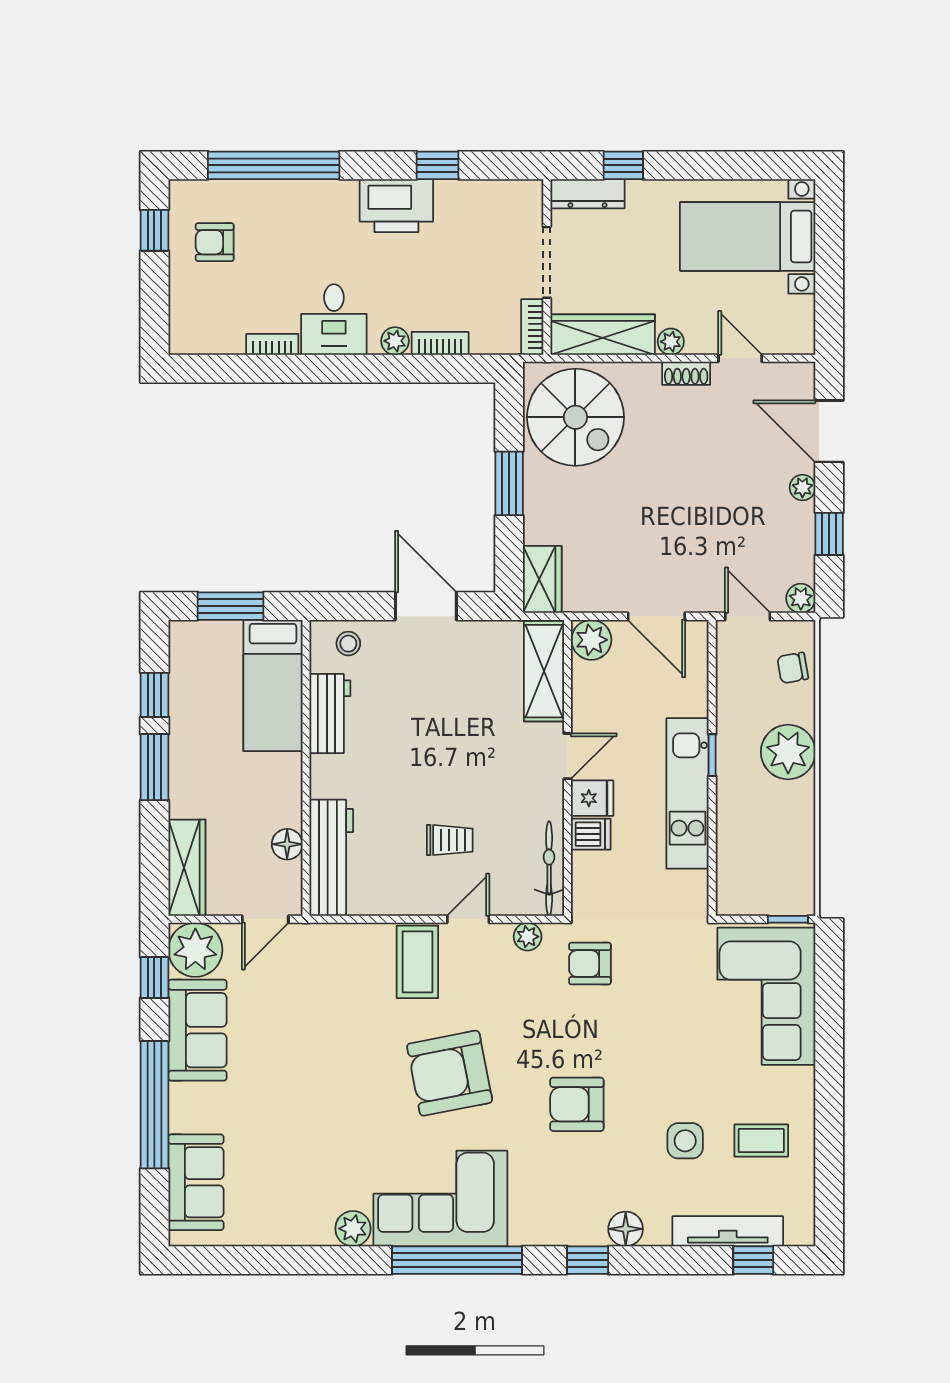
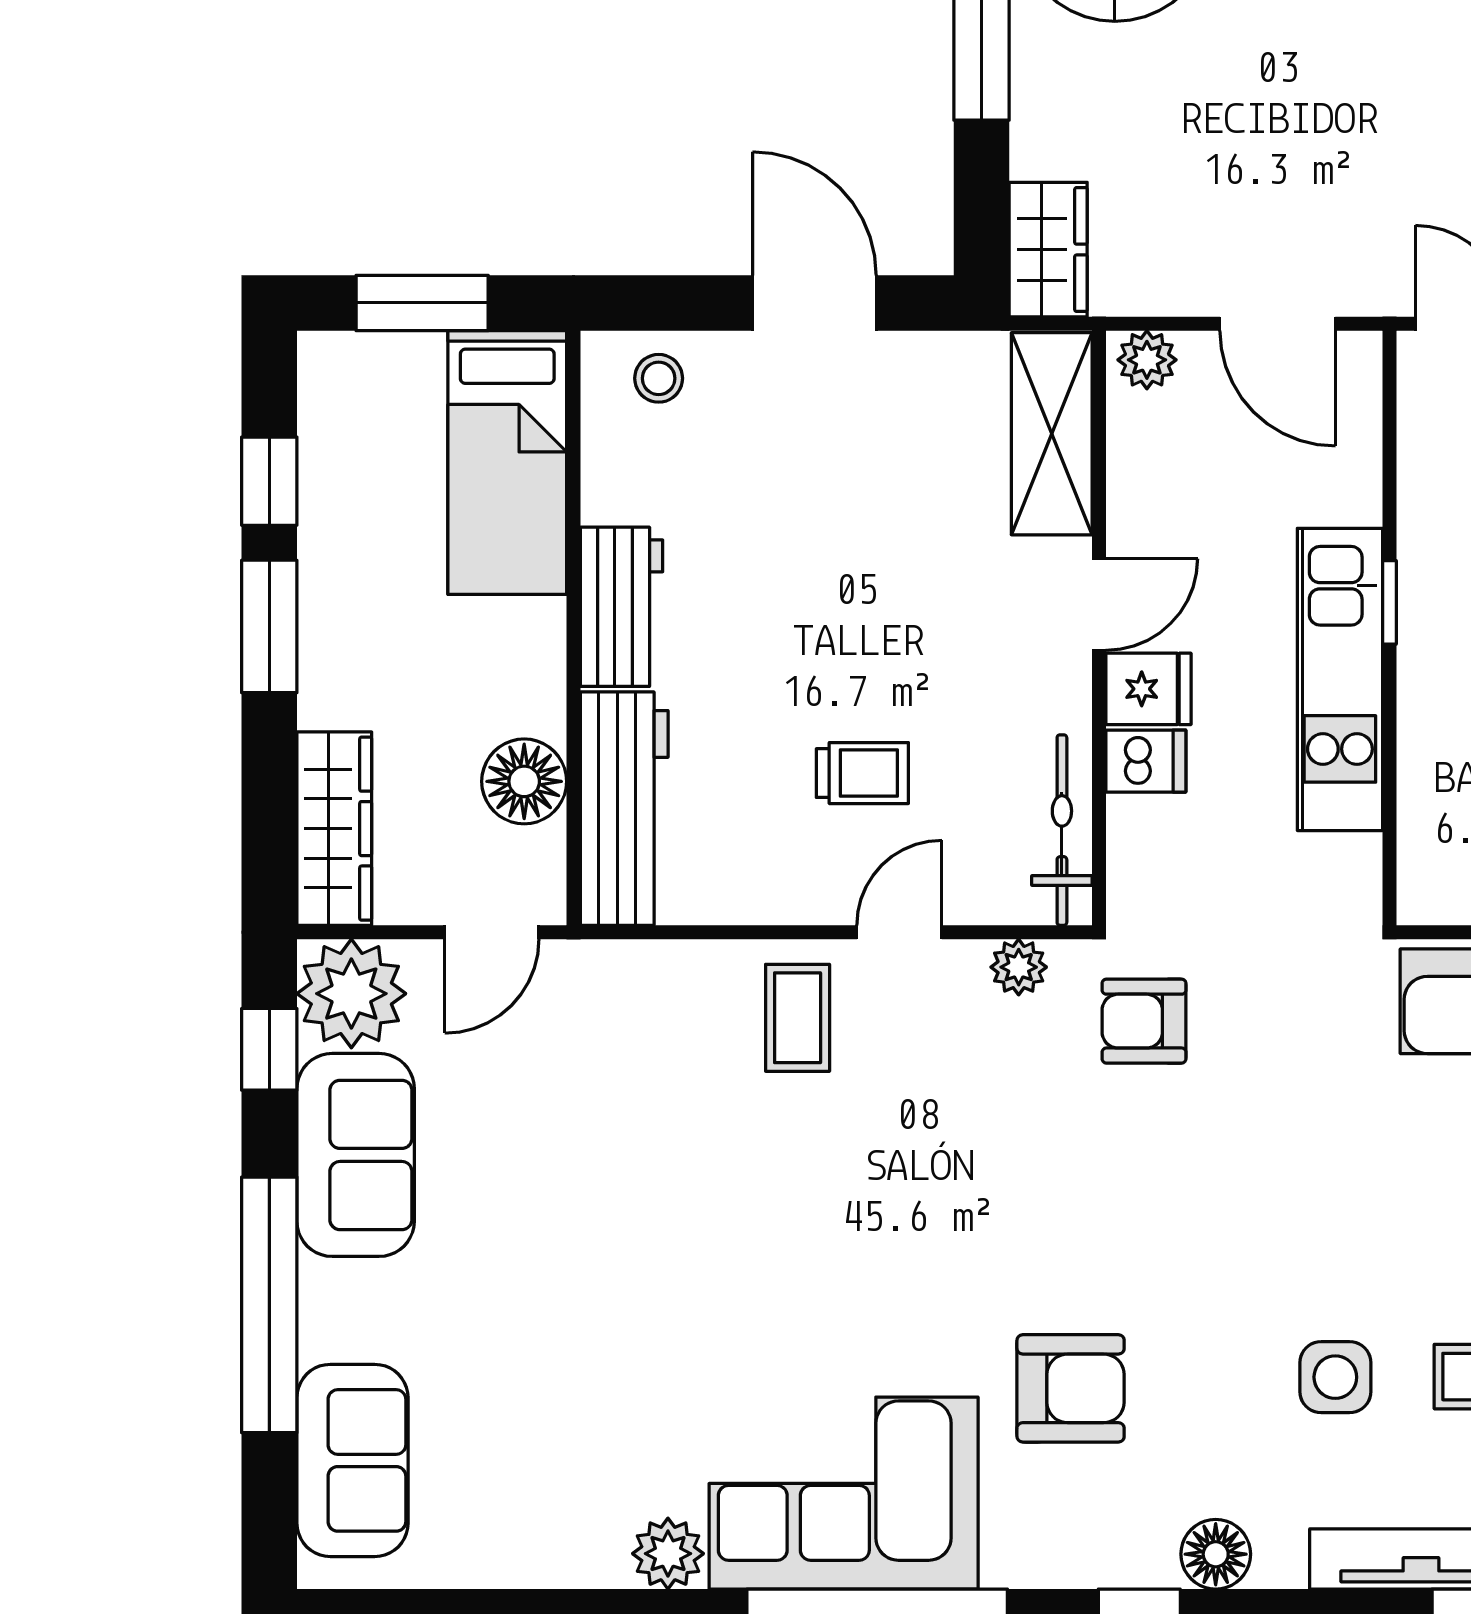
plant: (591, 640) -> (1147, 360), width x0.73, depth x0.73
workbench: (330, 714) -> (622, 607), moved
floor lamp: (287, 844) -> (524, 781), width x1.38, depth x1.38
coffee table: (417, 962) -> (798, 1018), width x0.73, depth x0.77
armchair: (450, 1073) -> (862, 1241), removed
armchair: (577, 1104) -> (1071, 1388), moved, turned 180

